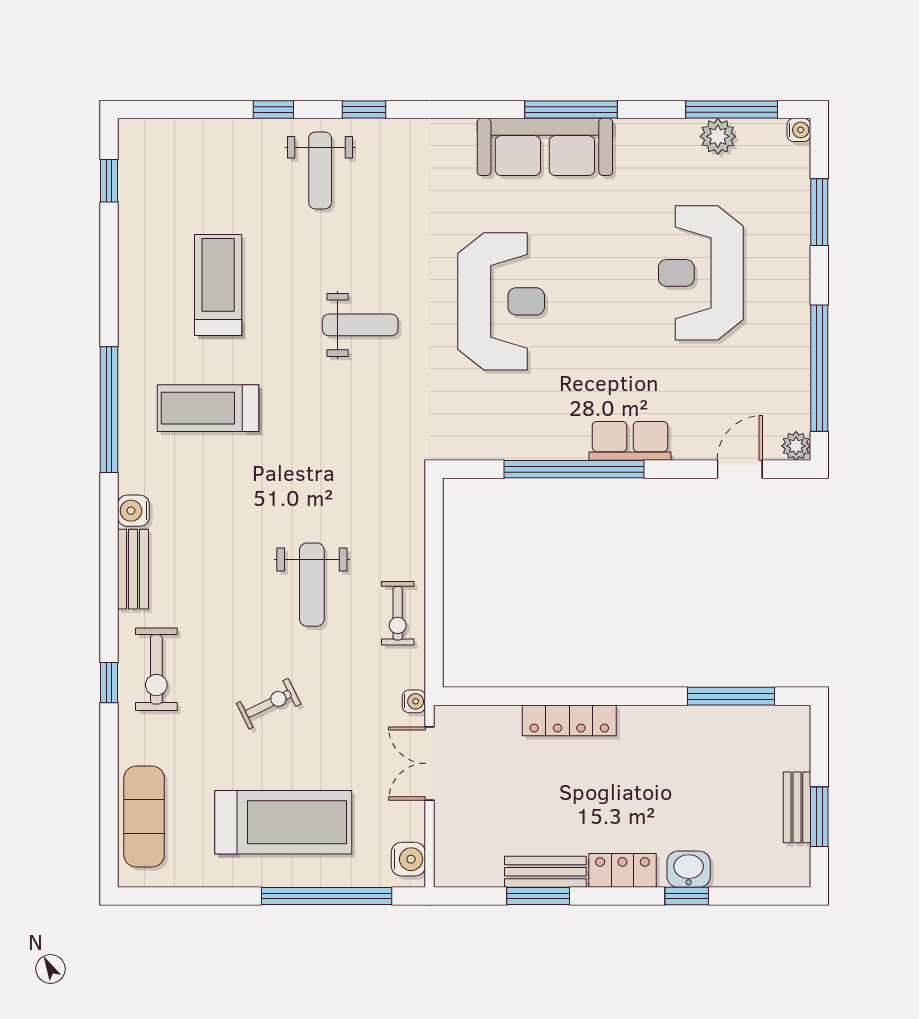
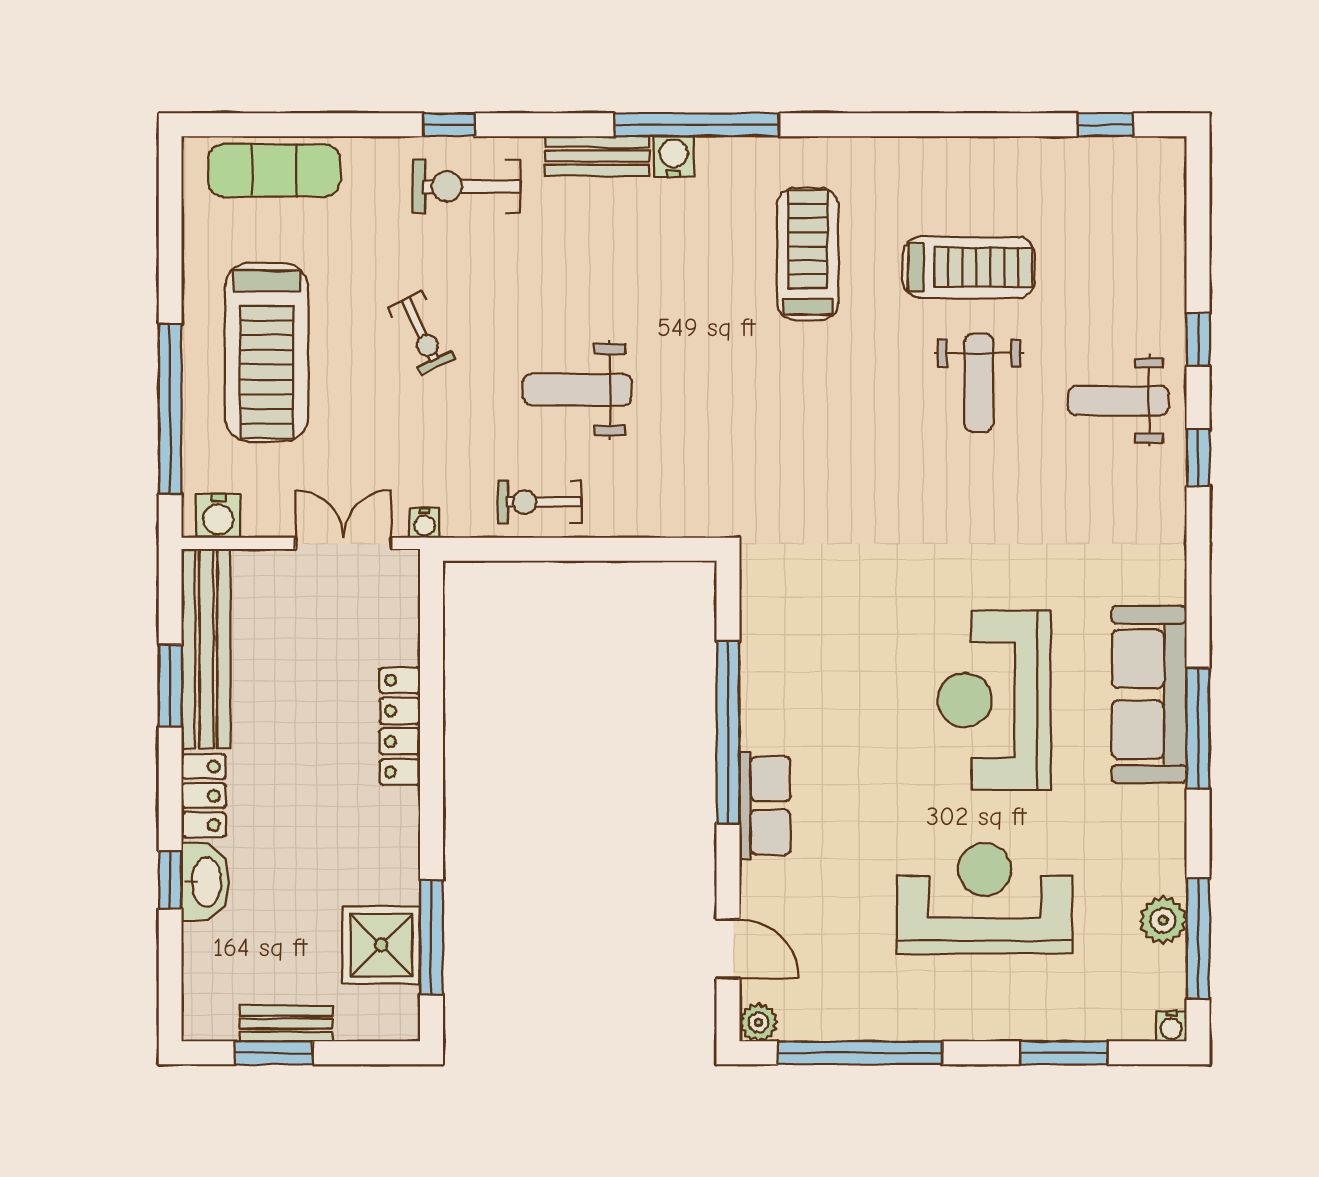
reception desk: (501, 301) -> (994, 700), moved, turned 90
weight bench: (360, 325) -> (979, 383), moved
window: (109, 410) -> (697, 125), moved
shower: (737, 734) -> (381, 945), added
washbasin: (689, 869) -> (205, 882), width x1.38
bench: (545, 872) -> (206, 649), width x1.86, depth x1.21

